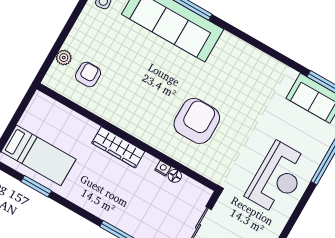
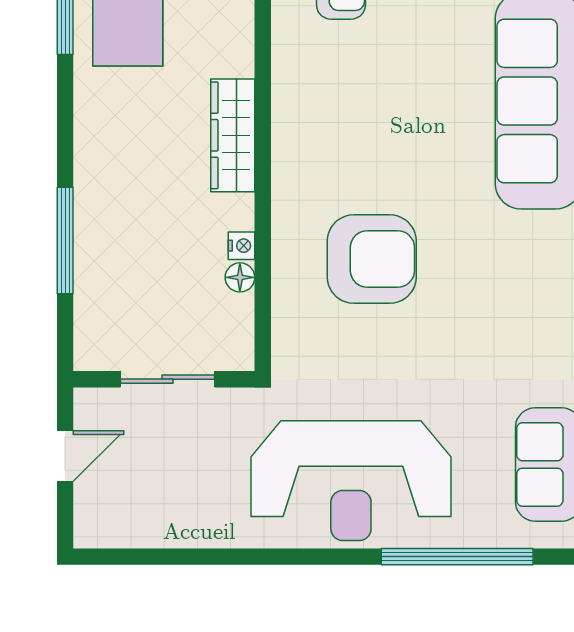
reception desk: (278, 178) -> (351, 481), width x1.36, depth x1.30

